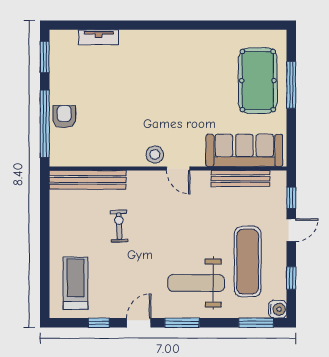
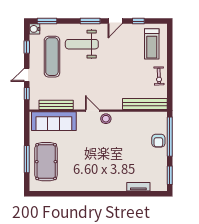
exercise bike: (119, 226) -> (159, 76), moved
weight bench: (196, 283) -> (82, 44), turned 180

